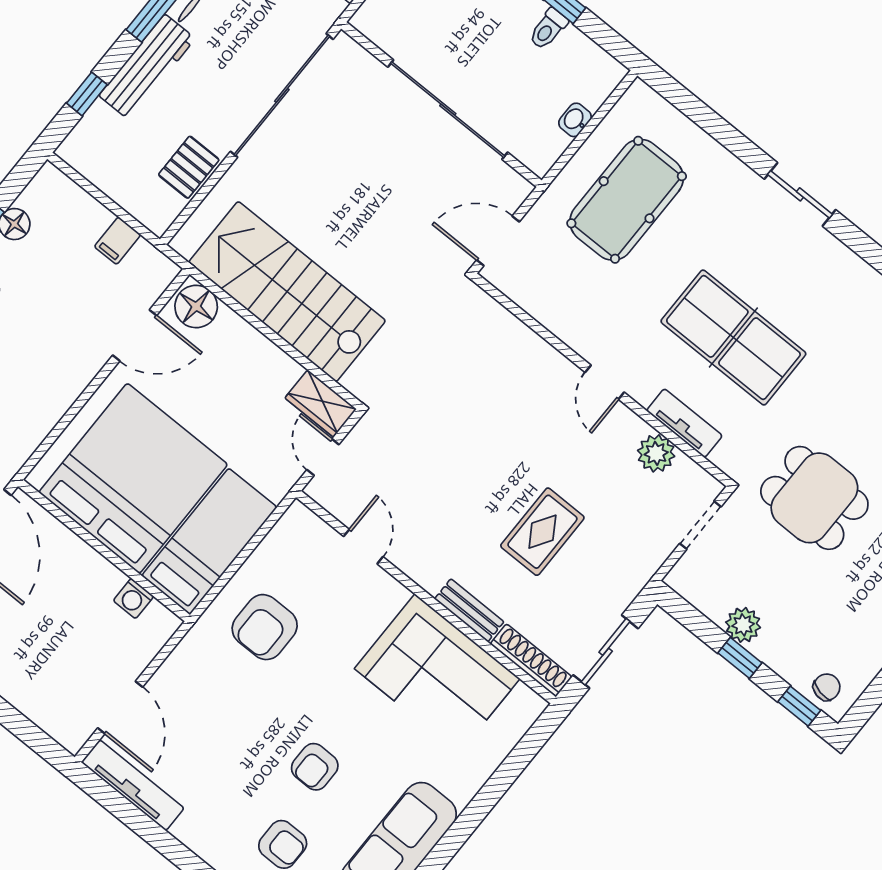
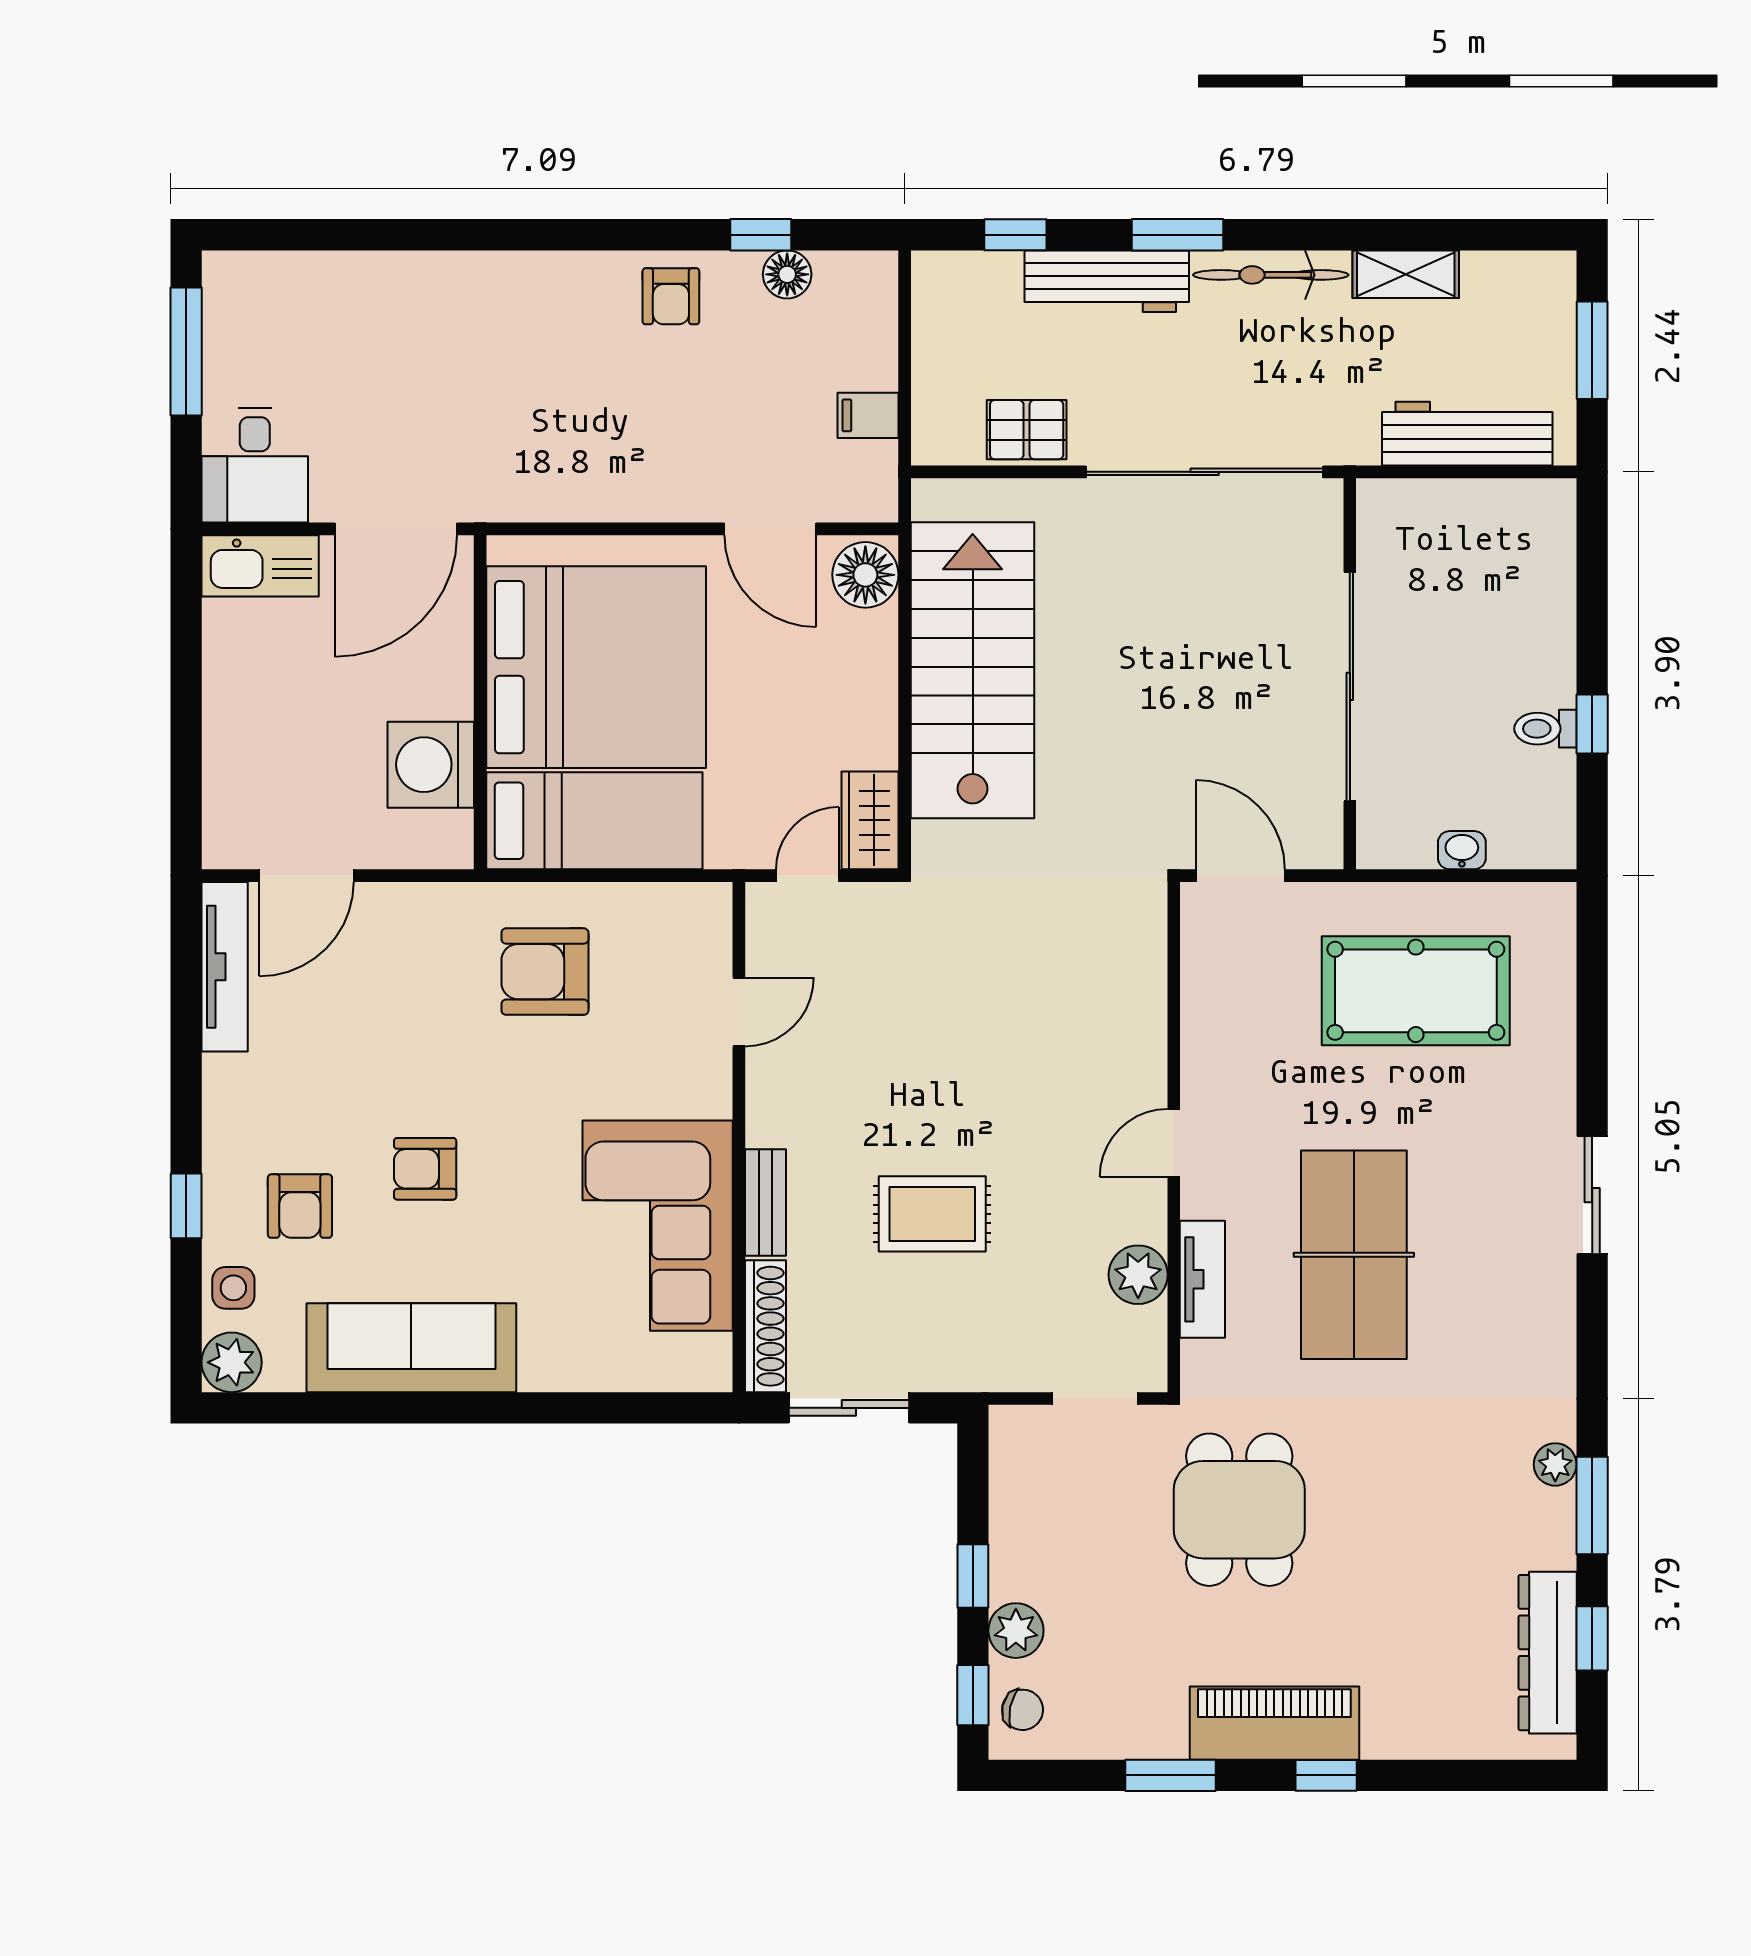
washing machine: (133, 598) -> (431, 765), width x1.89, depth x1.89
plant: (743, 625) -> (1016, 1631), moved

